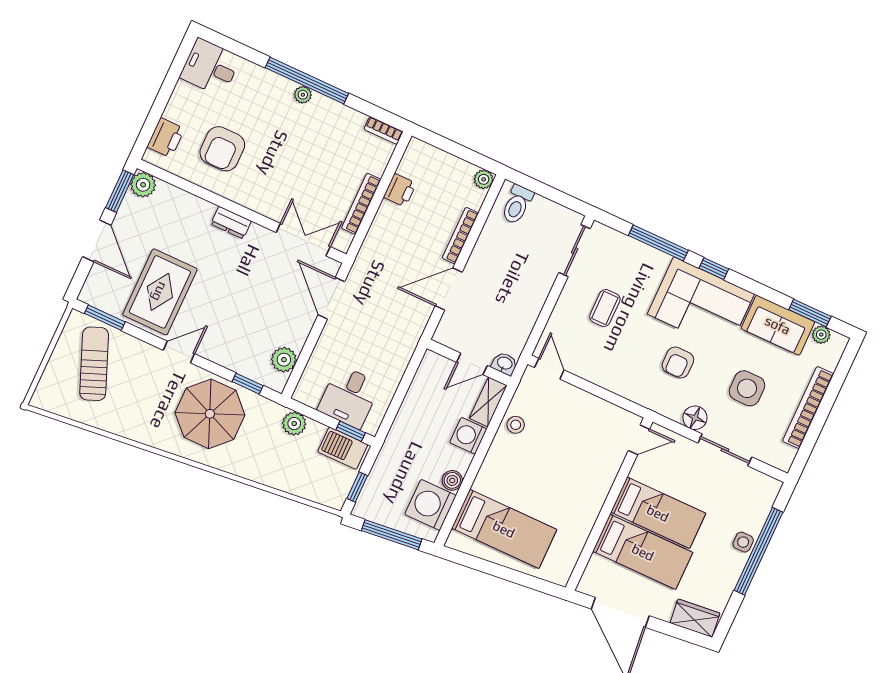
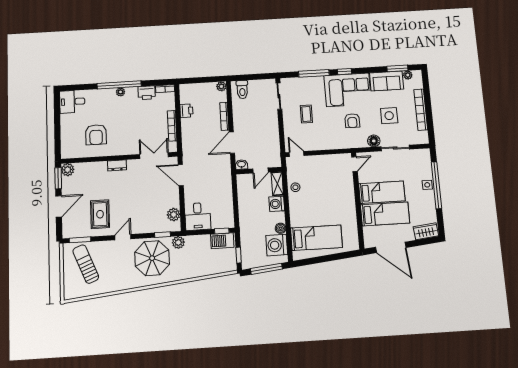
printer: (166, 138) -> (147, 93), moved, turned 90
door: (97, 241) -> (59, 206), hinge flipped
rug: (160, 292) -> (100, 214), width x0.73, depth x0.70
washbasin: (505, 364) -> (242, 164), moved
desk: (349, 397) -> (198, 216), moved
plant: (294, 424) -> (178, 242), moved

